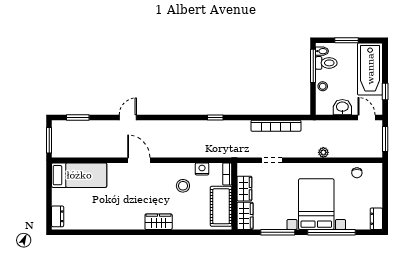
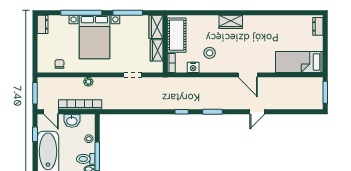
window: (78, 118) -> (212, 112), moved
bookcase: (276, 126) -> (80, 105), moved

